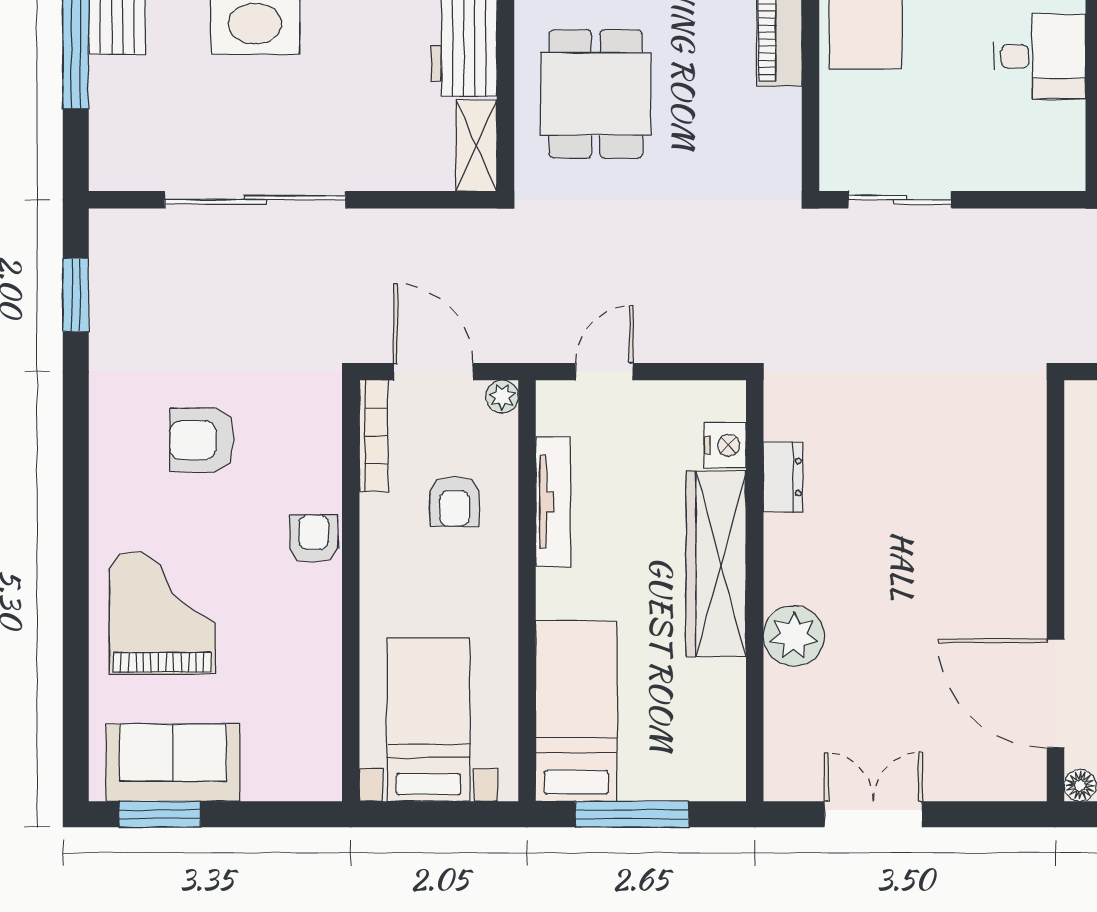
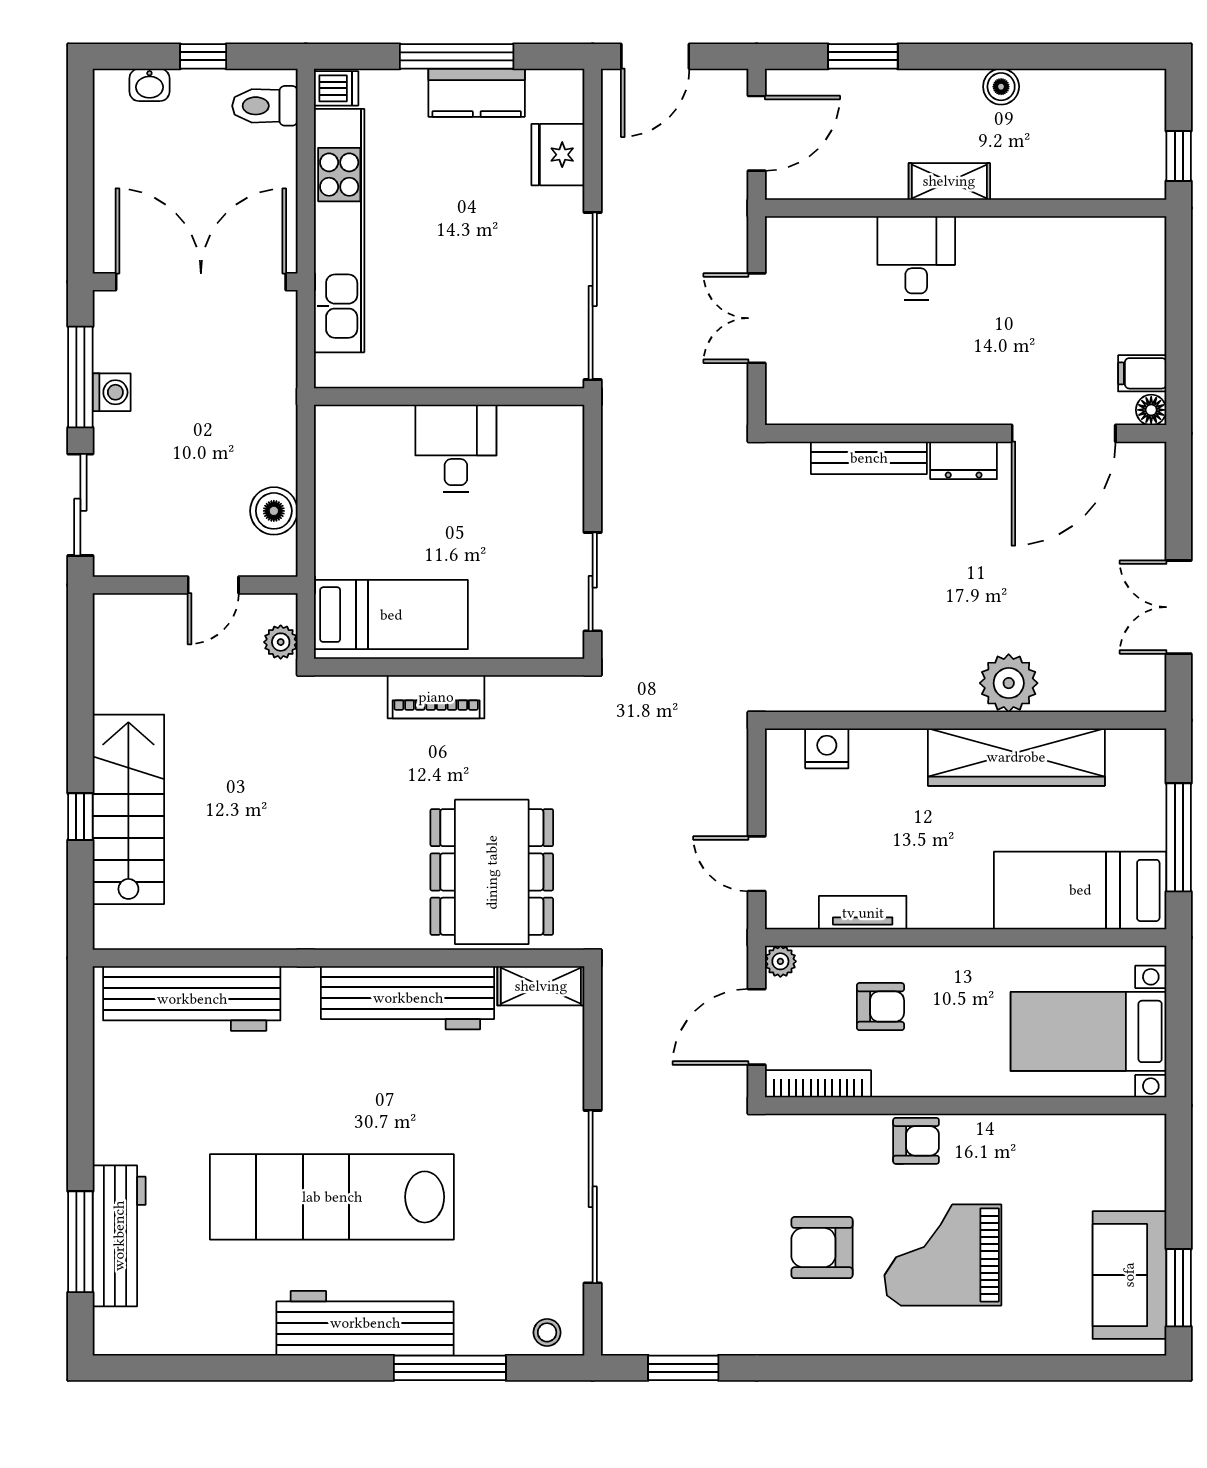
dining table: (596, 94) -> (492, 872), width x1.37
stool: (113, 152) -> (547, 1332), added
armchair: (202, 440) -> (822, 1248), turned 90
dresser: (783, 477) -> (964, 460), moved, turned 180
bench: (1030, 489) -> (869, 458), added
tv unit: (553, 502) -> (863, 913), width x0.71
armchair: (314, 539) -> (916, 1141), turned 180
wardrobe: (716, 564) -> (1016, 757), moved
grand piano: (162, 613) -> (943, 1255), moved

